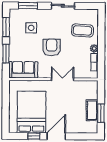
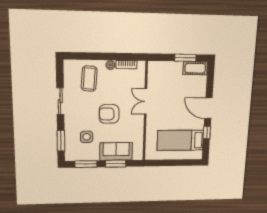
sofa: (23, 70) -> (116, 151), moved, turned 90
cot: (92, 110) -> (195, 68), moved
bed: (32, 112) -> (180, 140), width x0.67

